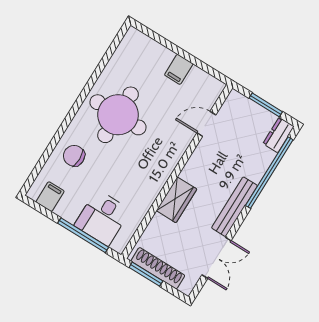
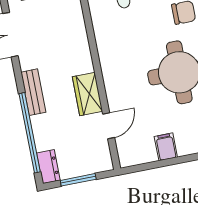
wardrobe: (176, 200) -> (88, 94), moved
bench: (234, 207) -> (33, 92), width x0.73

